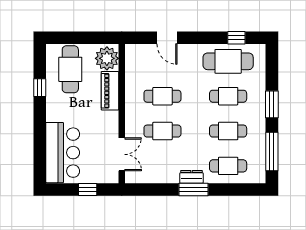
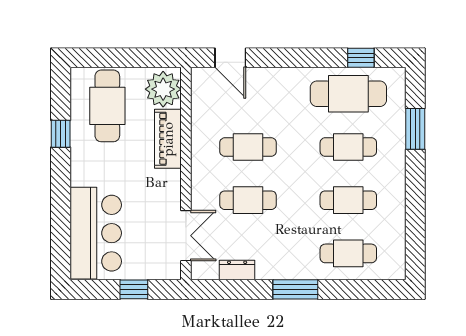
door: (167, 38) -> (230, 58), moved
window: (272, 104) -> (415, 129), moved
window: (272, 152) -> (415, 232), removed
dresser: (191, 177) -> (237, 270), moved

